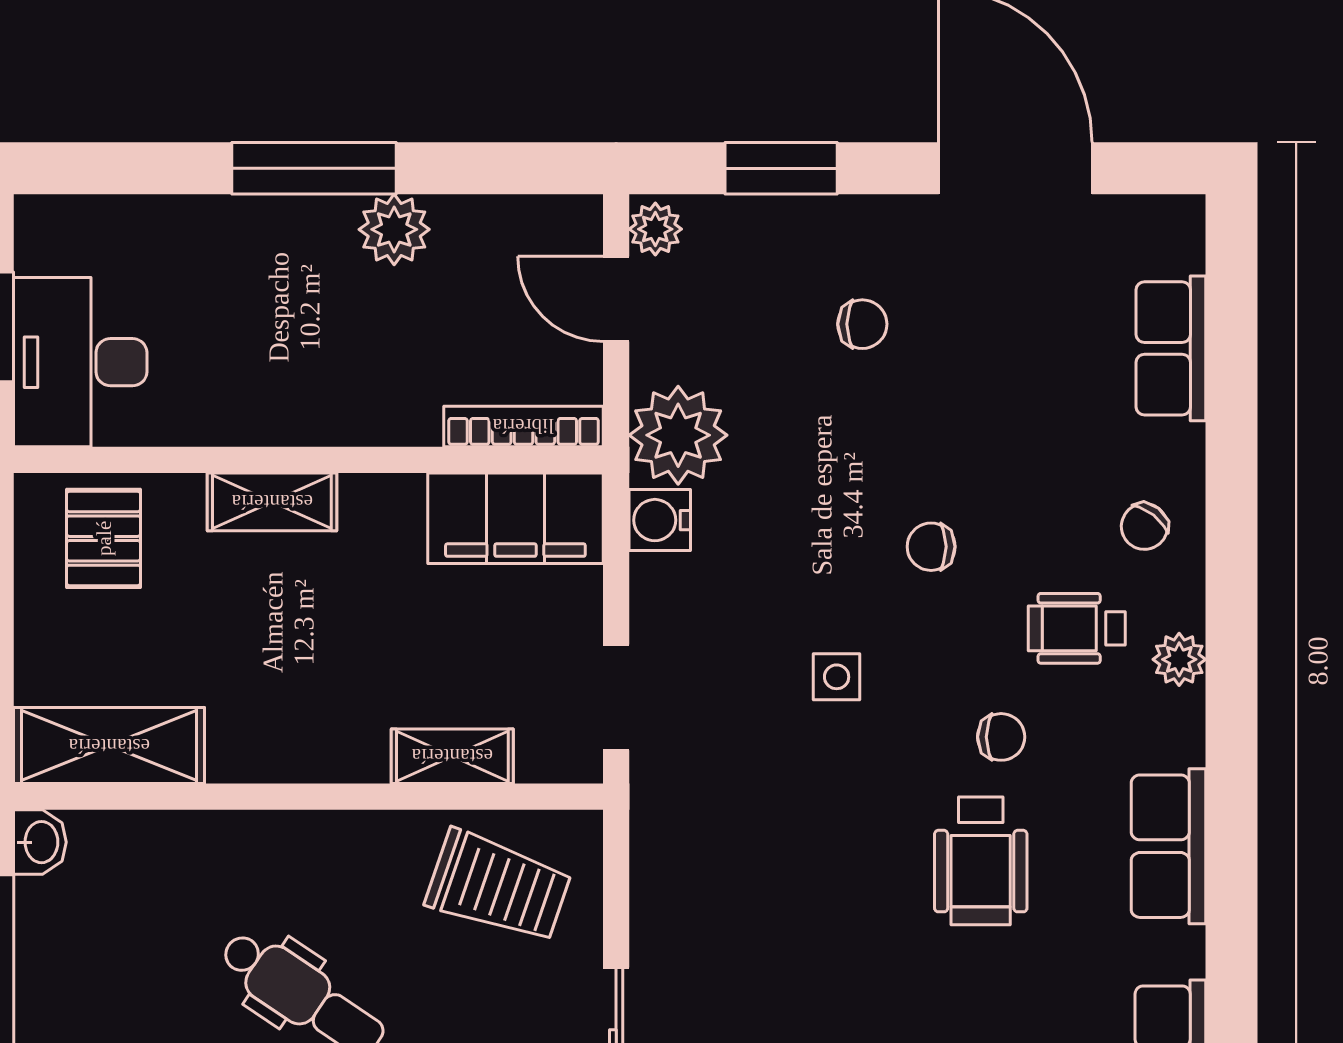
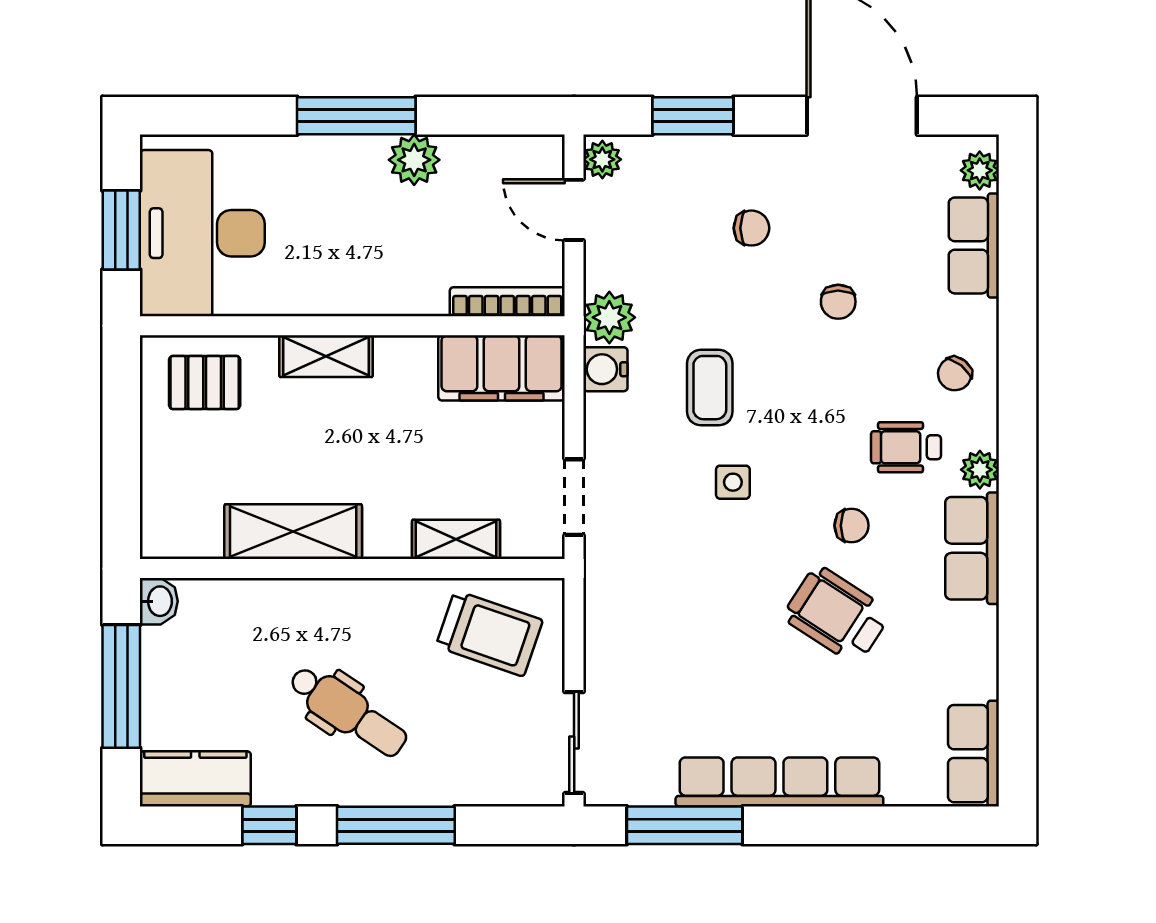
plant: (1179, 244) -> (980, 170), added
desk: (80, 362) -> (202, 233), width x1.36, depth x1.30
plant: (678, 435) -> (609, 317), width x0.73, depth x0.73
pallet: (104, 538) -> (205, 382), turned 90
coffee table: (804, 545) -> (710, 388), added
chair: (931, 547) -> (838, 302), moved, turned -90
shelving: (109, 746) -> (293, 532), moved
row of seats: (1168, 846) -> (972, 548), moved
wheelchair: (981, 861) -> (837, 615), turned 123

